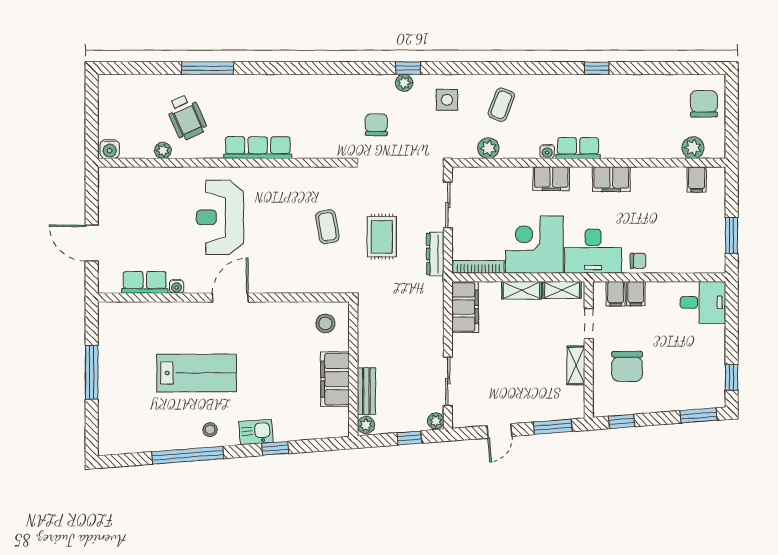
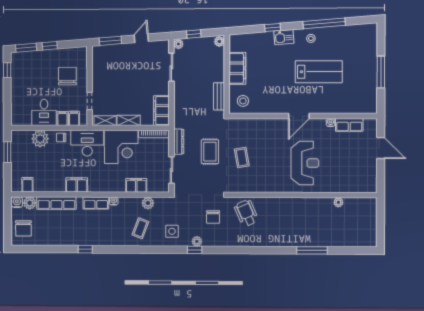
wheelchair: (186, 117) -> (246, 213), moved
row of seats: (258, 148) -> (56, 203), moved
water cooler: (110, 149) -> (17, 202), moved
filing cabinet: (551, 179) -> (136, 185), moved
plant: (675, 259) -> (40, 139), added
desk: (703, 302) -> (44, 112), moved, turned -90
shelving: (576, 365) -> (97, 77), removed
lab bench: (197, 373) -> (319, 72), turned 180
bench: (366, 391) -> (219, 96), moved
window: (622, 421) -> (50, 46), moved

